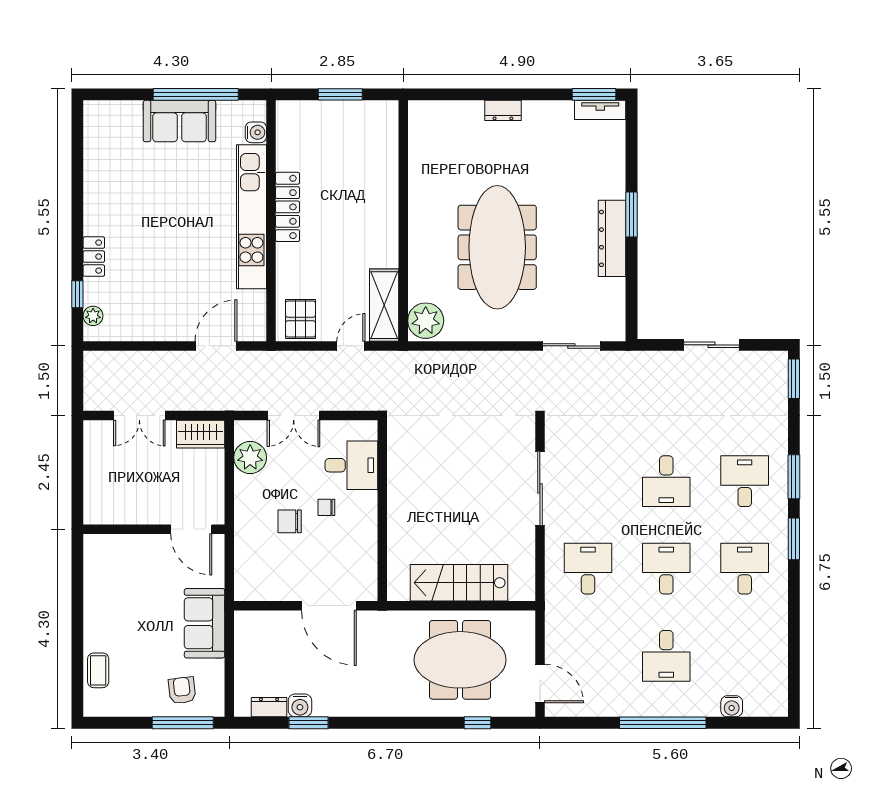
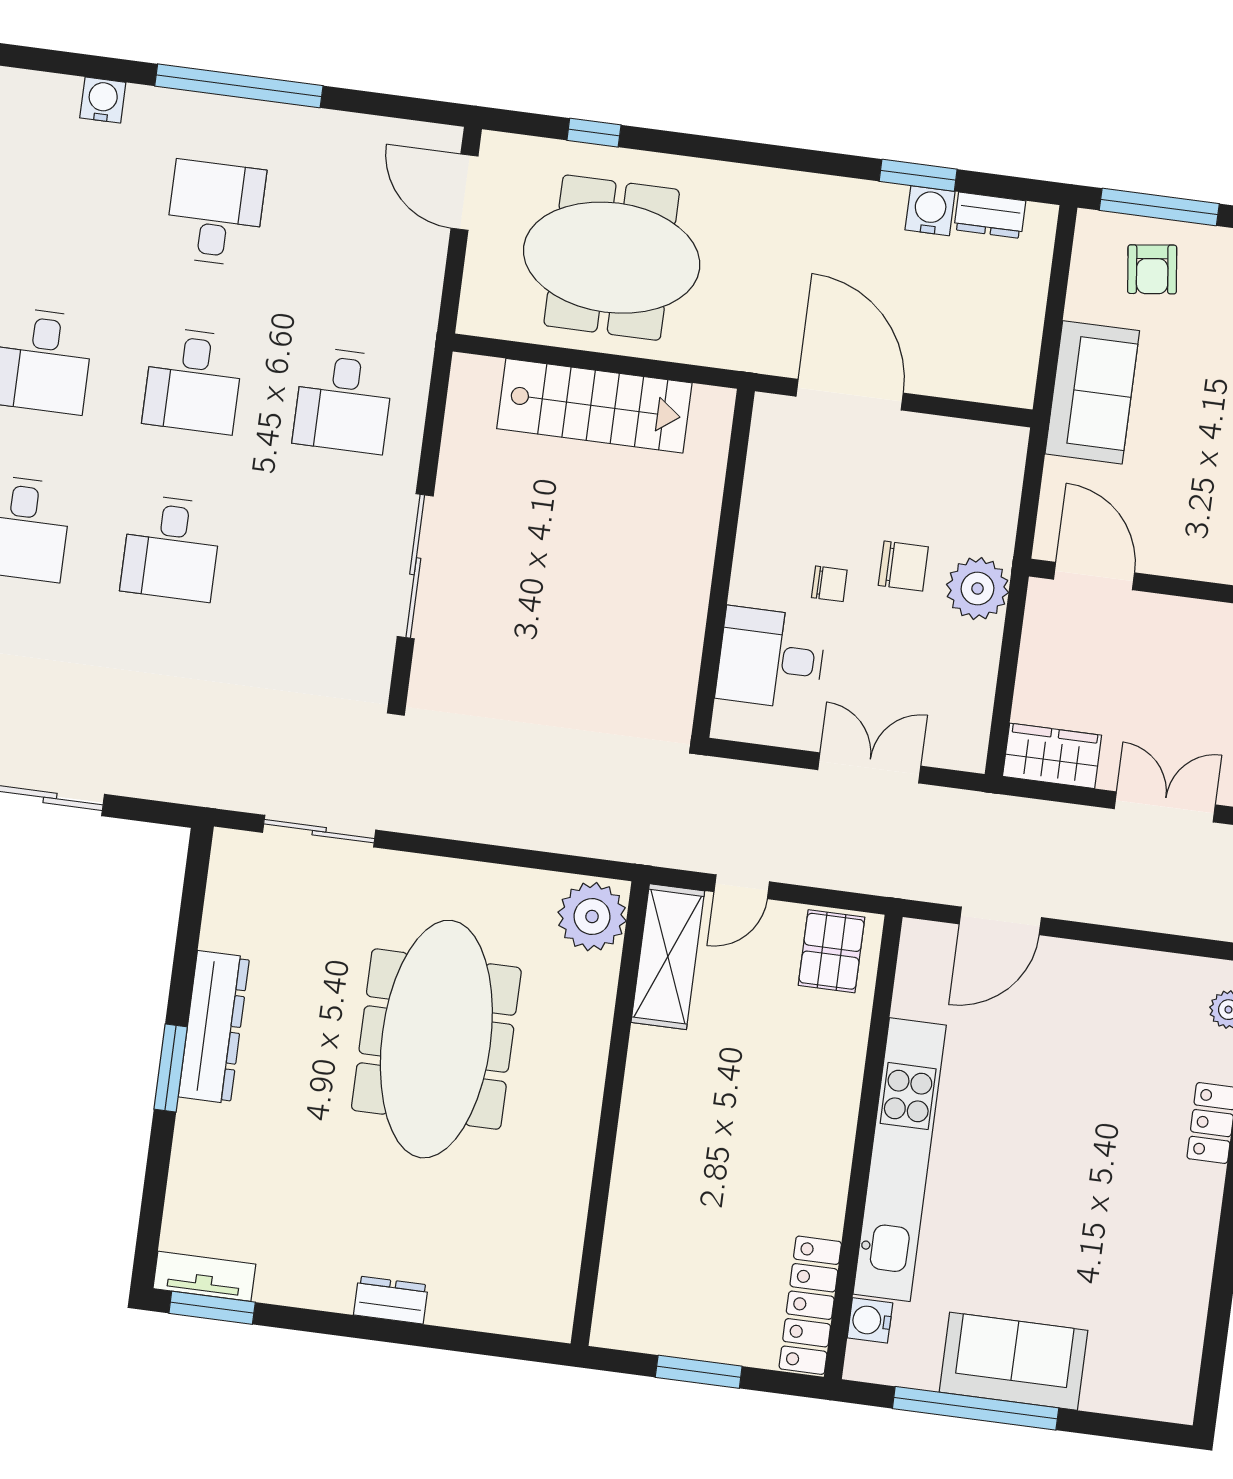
locker: (288, 207) -> (810, 1305), moved
plant: (250, 457) -> (977, 589), moved
desk: (666, 481) -> (171, 548), turned 180

